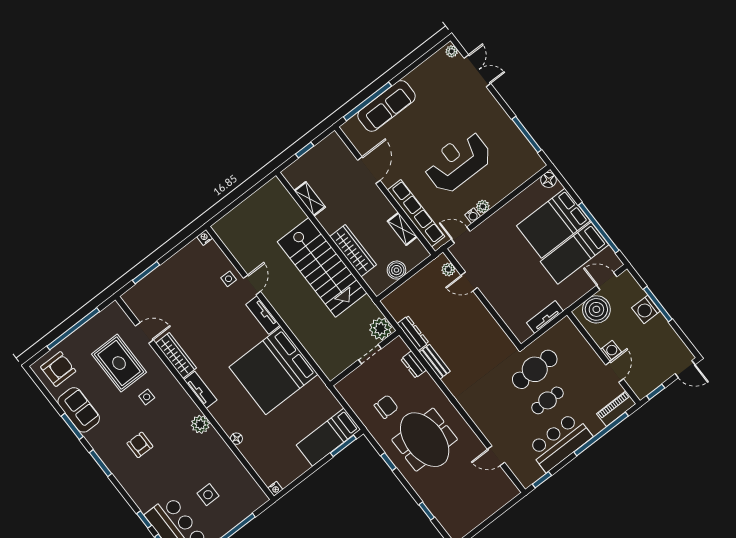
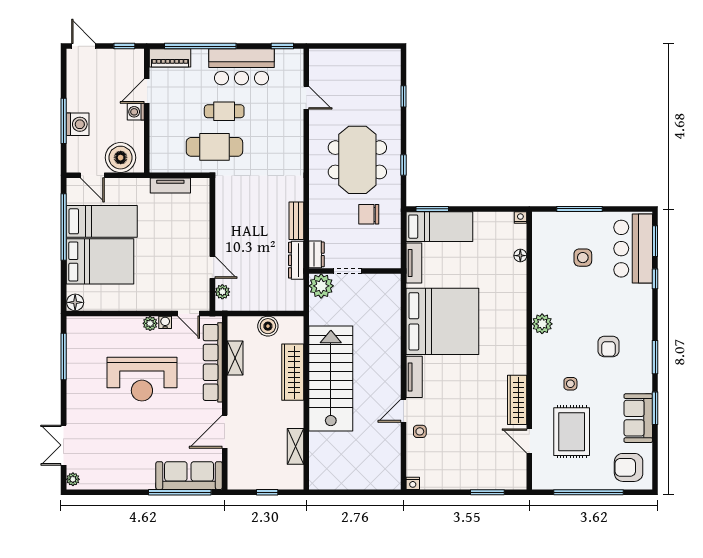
sofa: (387, 106) -> (189, 476), moved
dresser: (414, 364) -> (316, 254), moved
tv unit: (200, 390) -> (414, 263), moved, turned 180
floor lamp: (236, 439) -> (520, 256), moved

